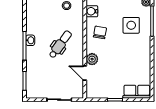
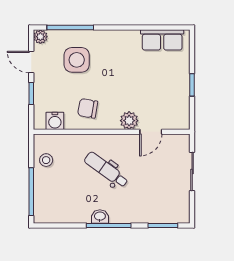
row of seats: (137, 92) -> (162, 40), moved, turned -90

